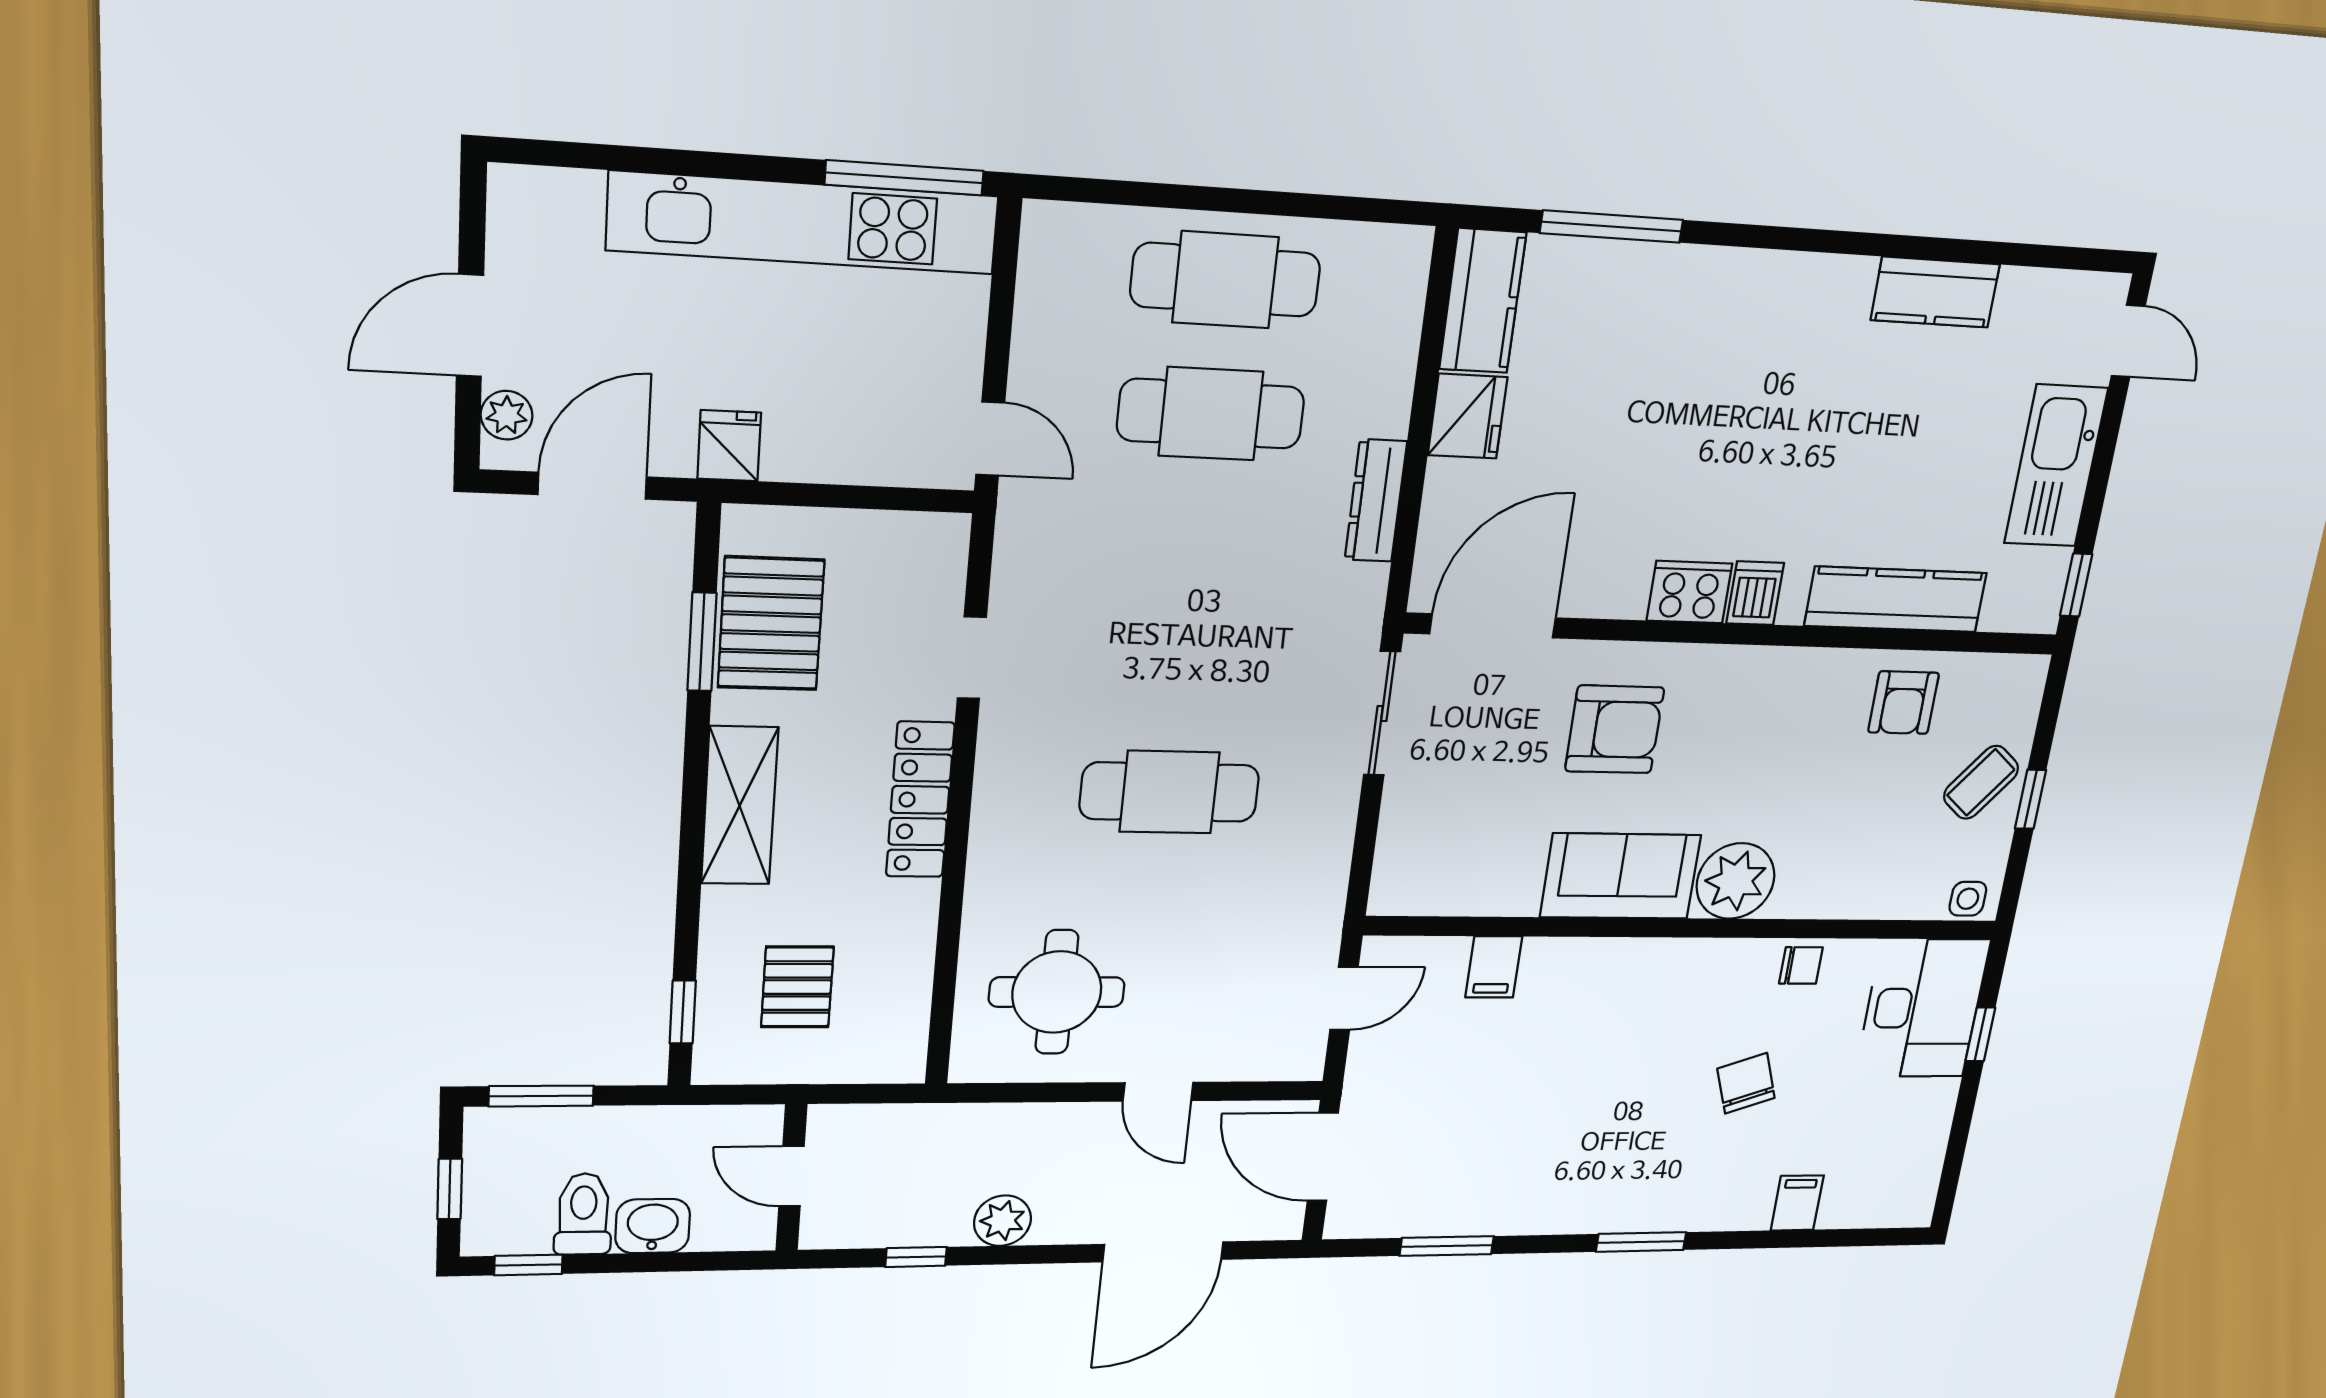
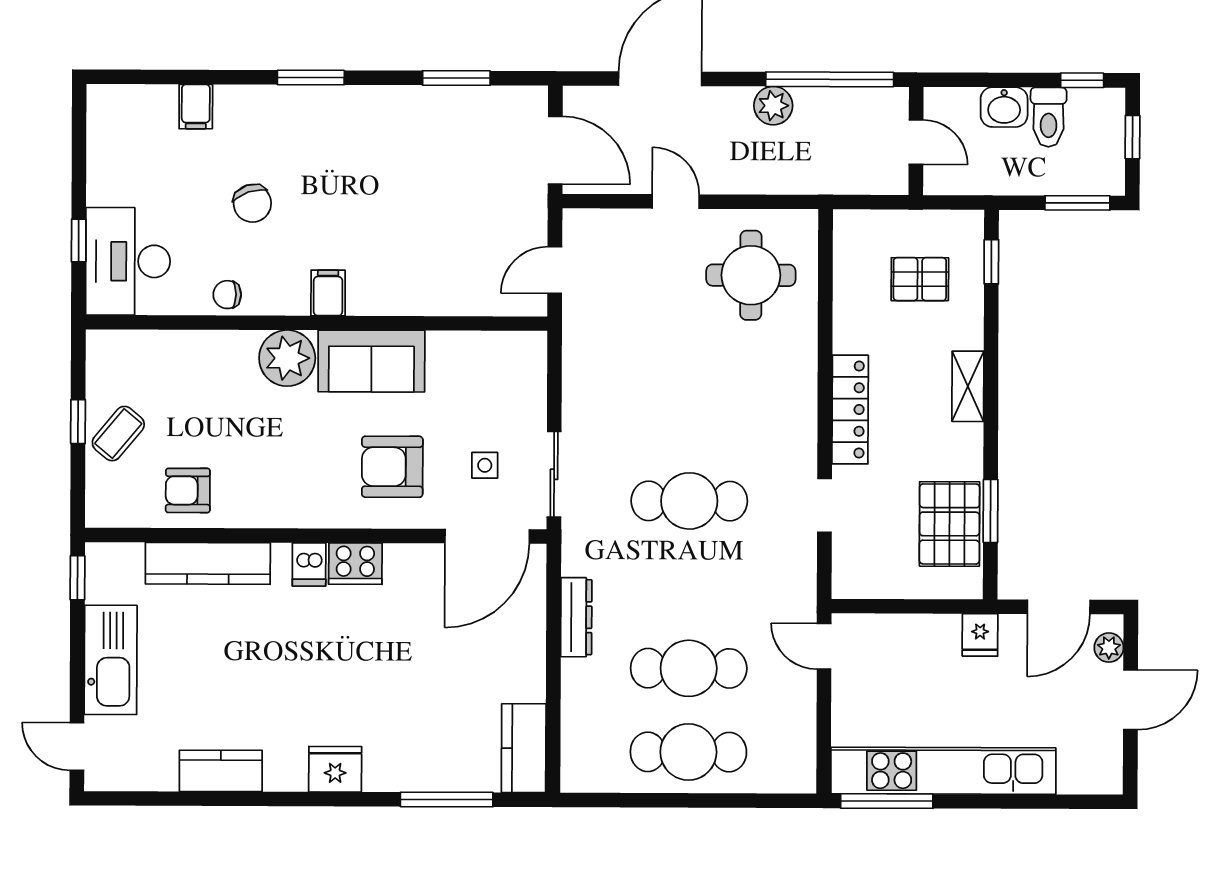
fridge: (1468, 416) -> (335, 769), moved, turned 90
armchair: (1903, 703) -> (188, 490), turned -90
cafe table: (1169, 792) -> (689, 501), moved
shelving: (740, 806) -> (968, 386), width x0.67, depth x0.75
side table: (1968, 899) -> (485, 465), moved
filing cabinet: (1494, 967) -> (328, 293), moved
pallet: (797, 987) -> (920, 279), turned 90
window: (916, 1257) -> (830, 79), width x3.17

